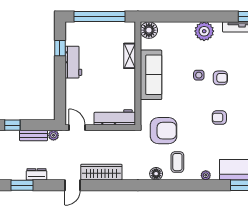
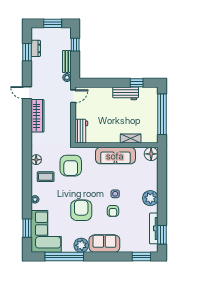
workbench: (115, 117) -> (81, 131), width x0.73
armchair: (219, 118) -> (81, 210), width x1.88, depth x1.88
dresser: (36, 174) -> (36, 48), moved

